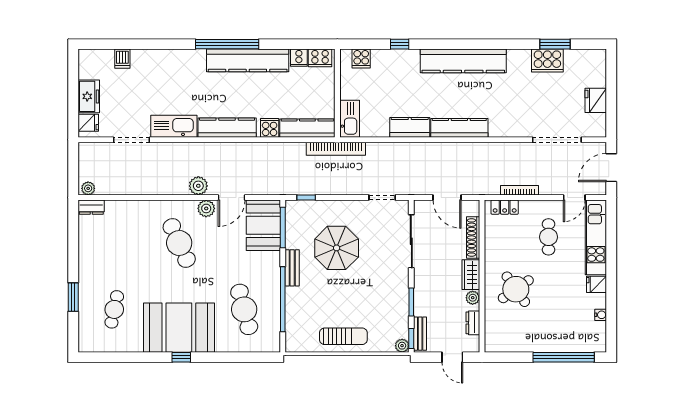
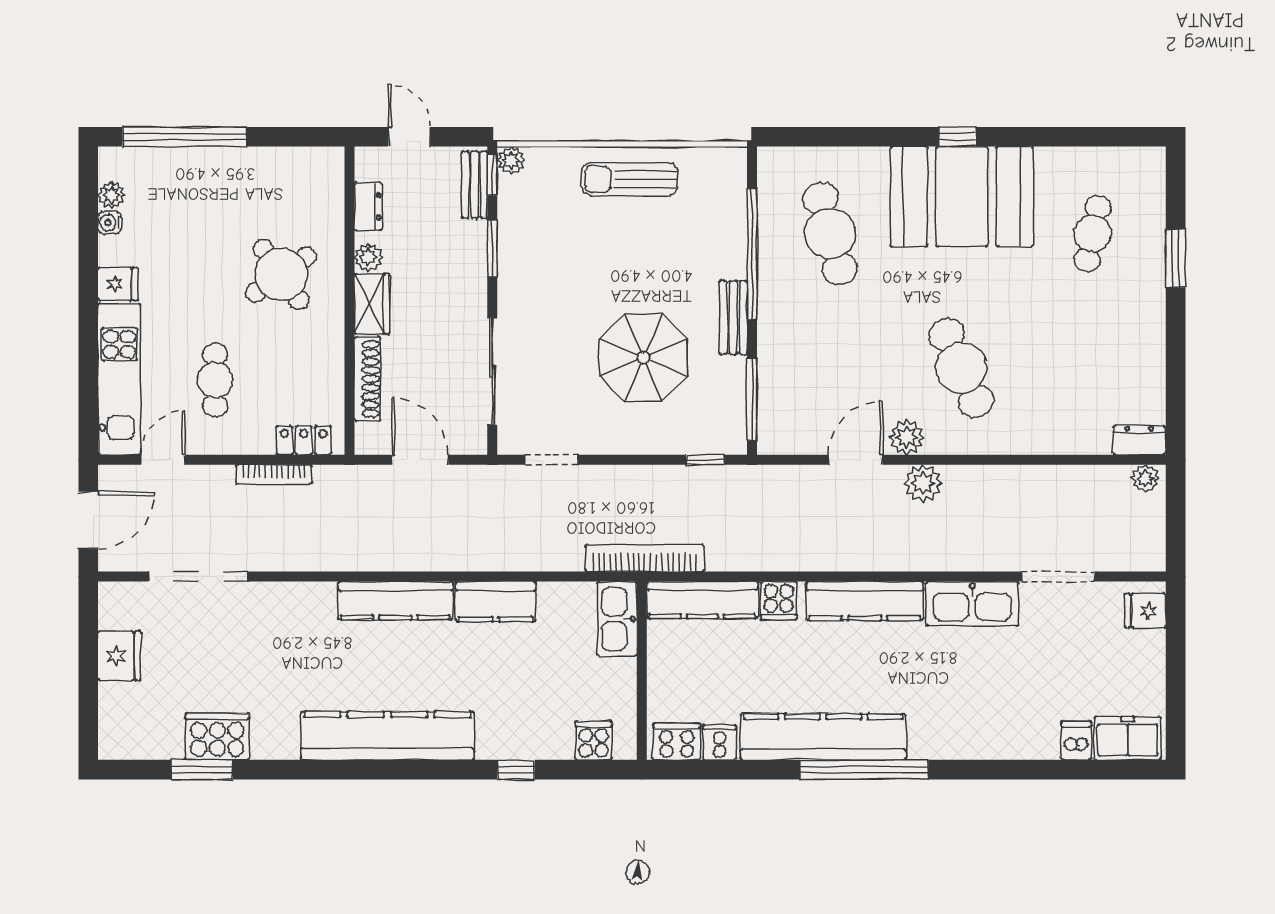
freezer: (89, 96) -> (1127, 738), moved, turned 90
booth: (263, 225) -> (791, 404), removed
plant: (600, 328) -> (111, 195), added

